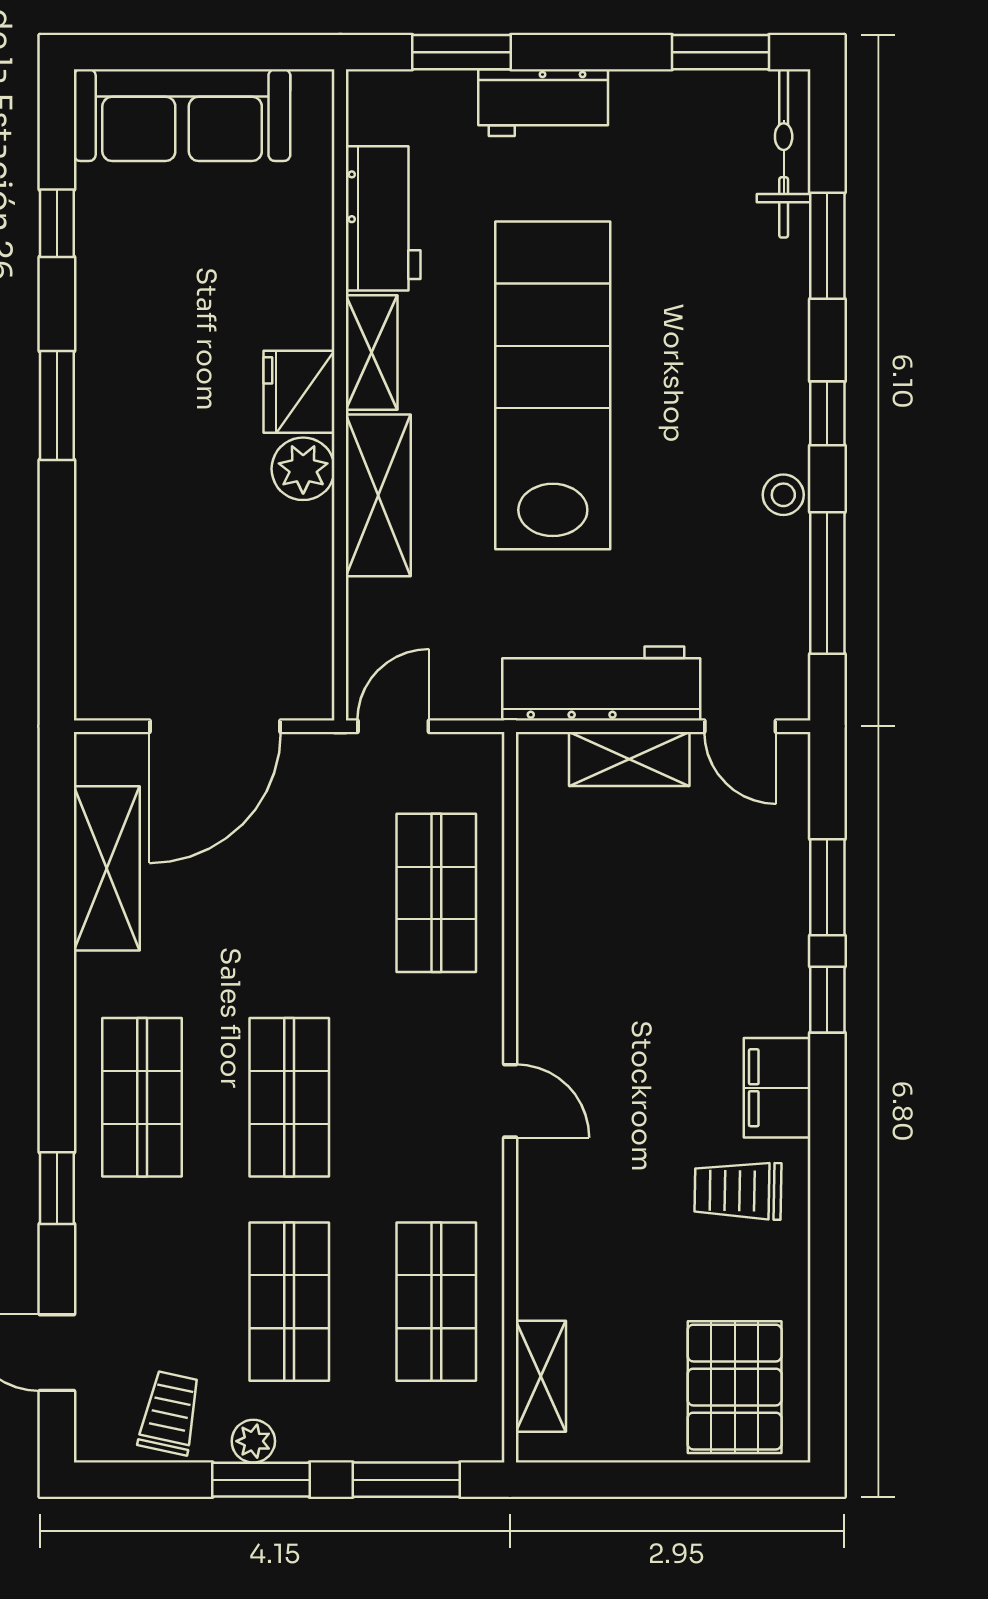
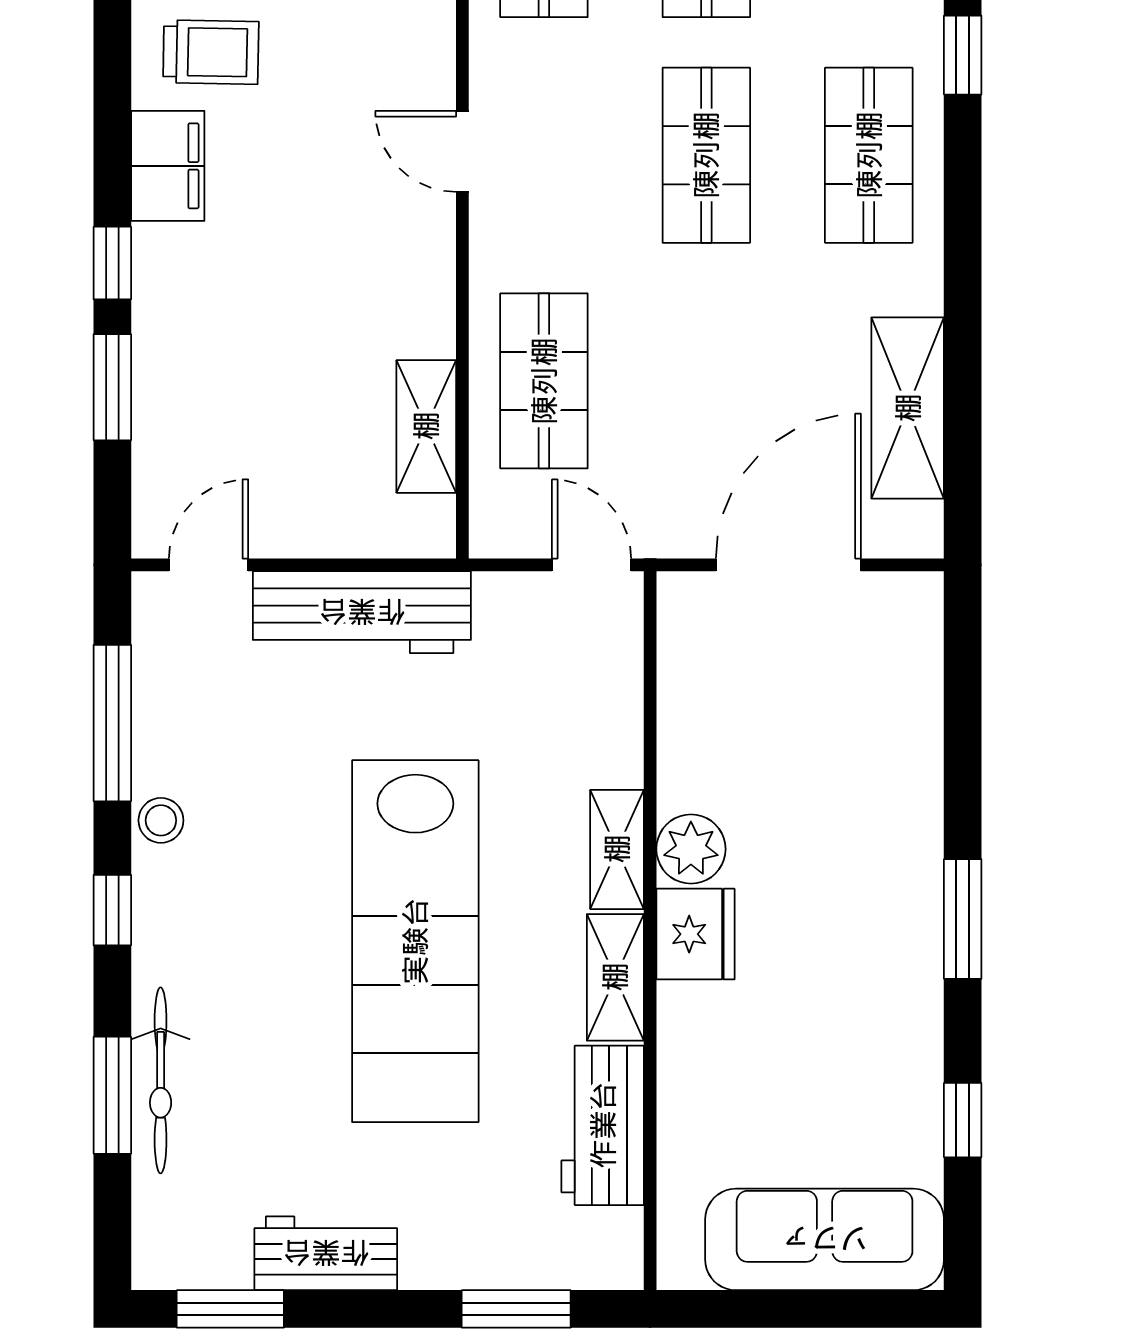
workbench: (543, 103) -> (326, 1253), moved
bicycle: (784, 153) -> (161, 1080), moved
shelving: (378, 495) -> (617, 849), width x0.67, depth x0.75
door: (393, 726) -> (591, 565), swing flipped
door: (740, 726) -> (209, 565), hinge flipped
shelving: (629, 759) -> (426, 426), moved, turned 90

